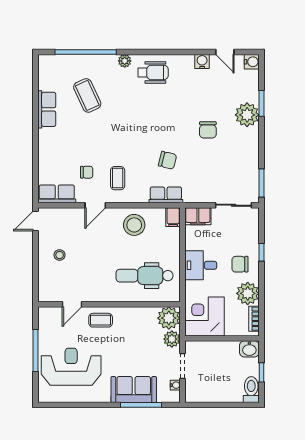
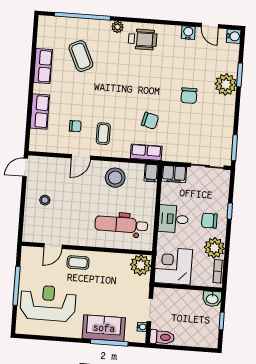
row of seats: (57, 194) -> (40, 111), moved, turned 90
plant: (172, 339) -> (142, 284), removed
toilet: (251, 390) -> (162, 337), moved, turned 90

